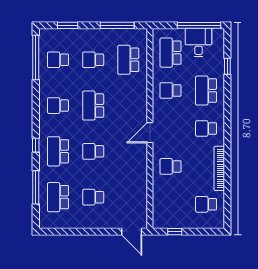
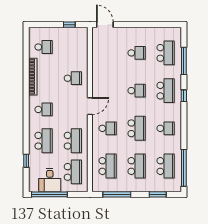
school desk: (58, 60) -> (166, 166), width x1.85
school desk: (93, 60) -> (137, 166), width x1.85
school desk: (171, 91) -> (73, 141), width x1.85
school desk: (128, 106) -> (108, 128), added

